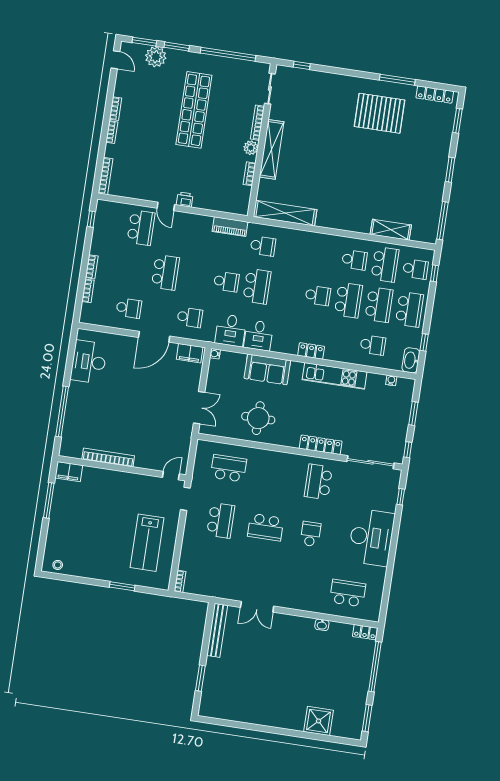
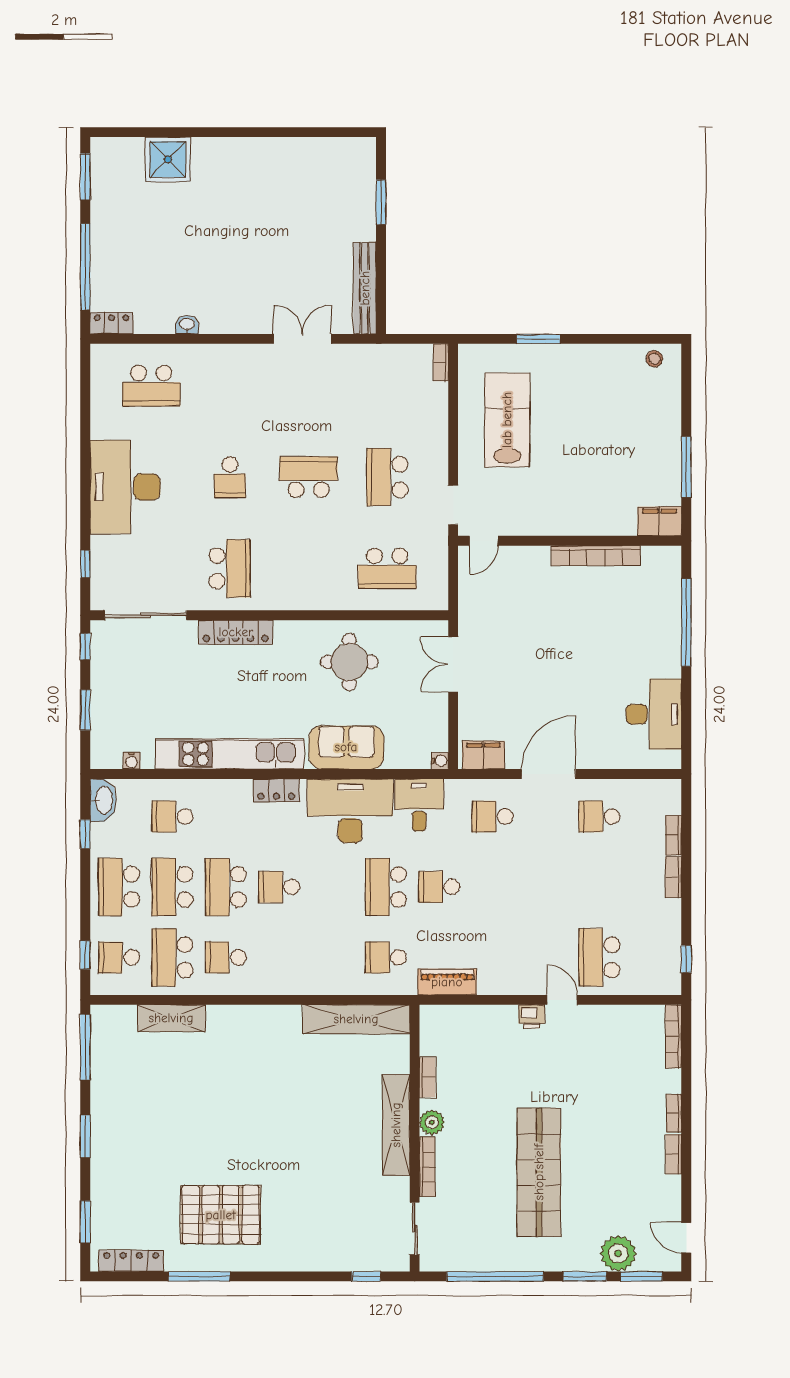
school desk: (165, 272) -> (546, 887), removed
desk: (259, 335) -> (350, 811), width x1.87, depth x1.30
kitchen unit: (335, 376) -> (230, 754), width x1.36

